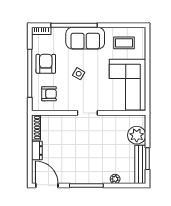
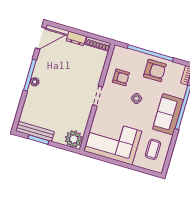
armchair: (49, 94) -> (121, 77), moved, turned -90
plant: (137, 135) -> (74, 139), moved
plant: (115, 179) -> (35, 82), moved

